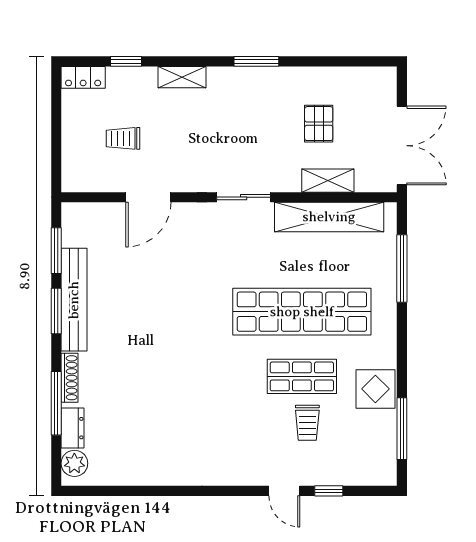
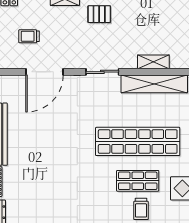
pallet: (319, 124) -> (99, 14), moved, turned 90
door: (148, 197) -> (45, 72), width x1.36

